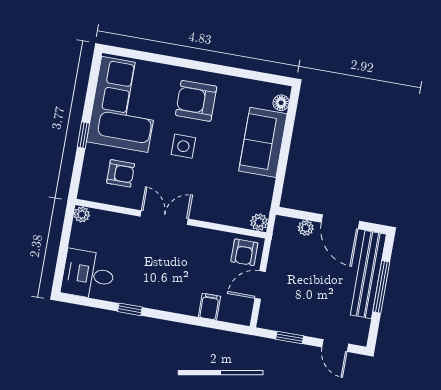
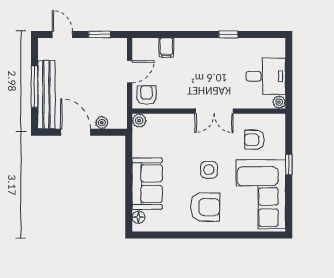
desk: (88, 274) -> (266, 76), moved

